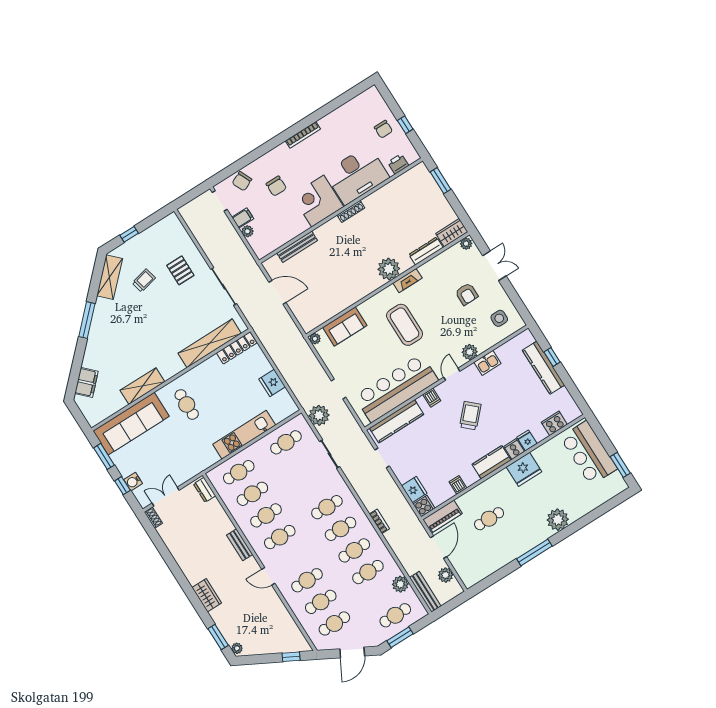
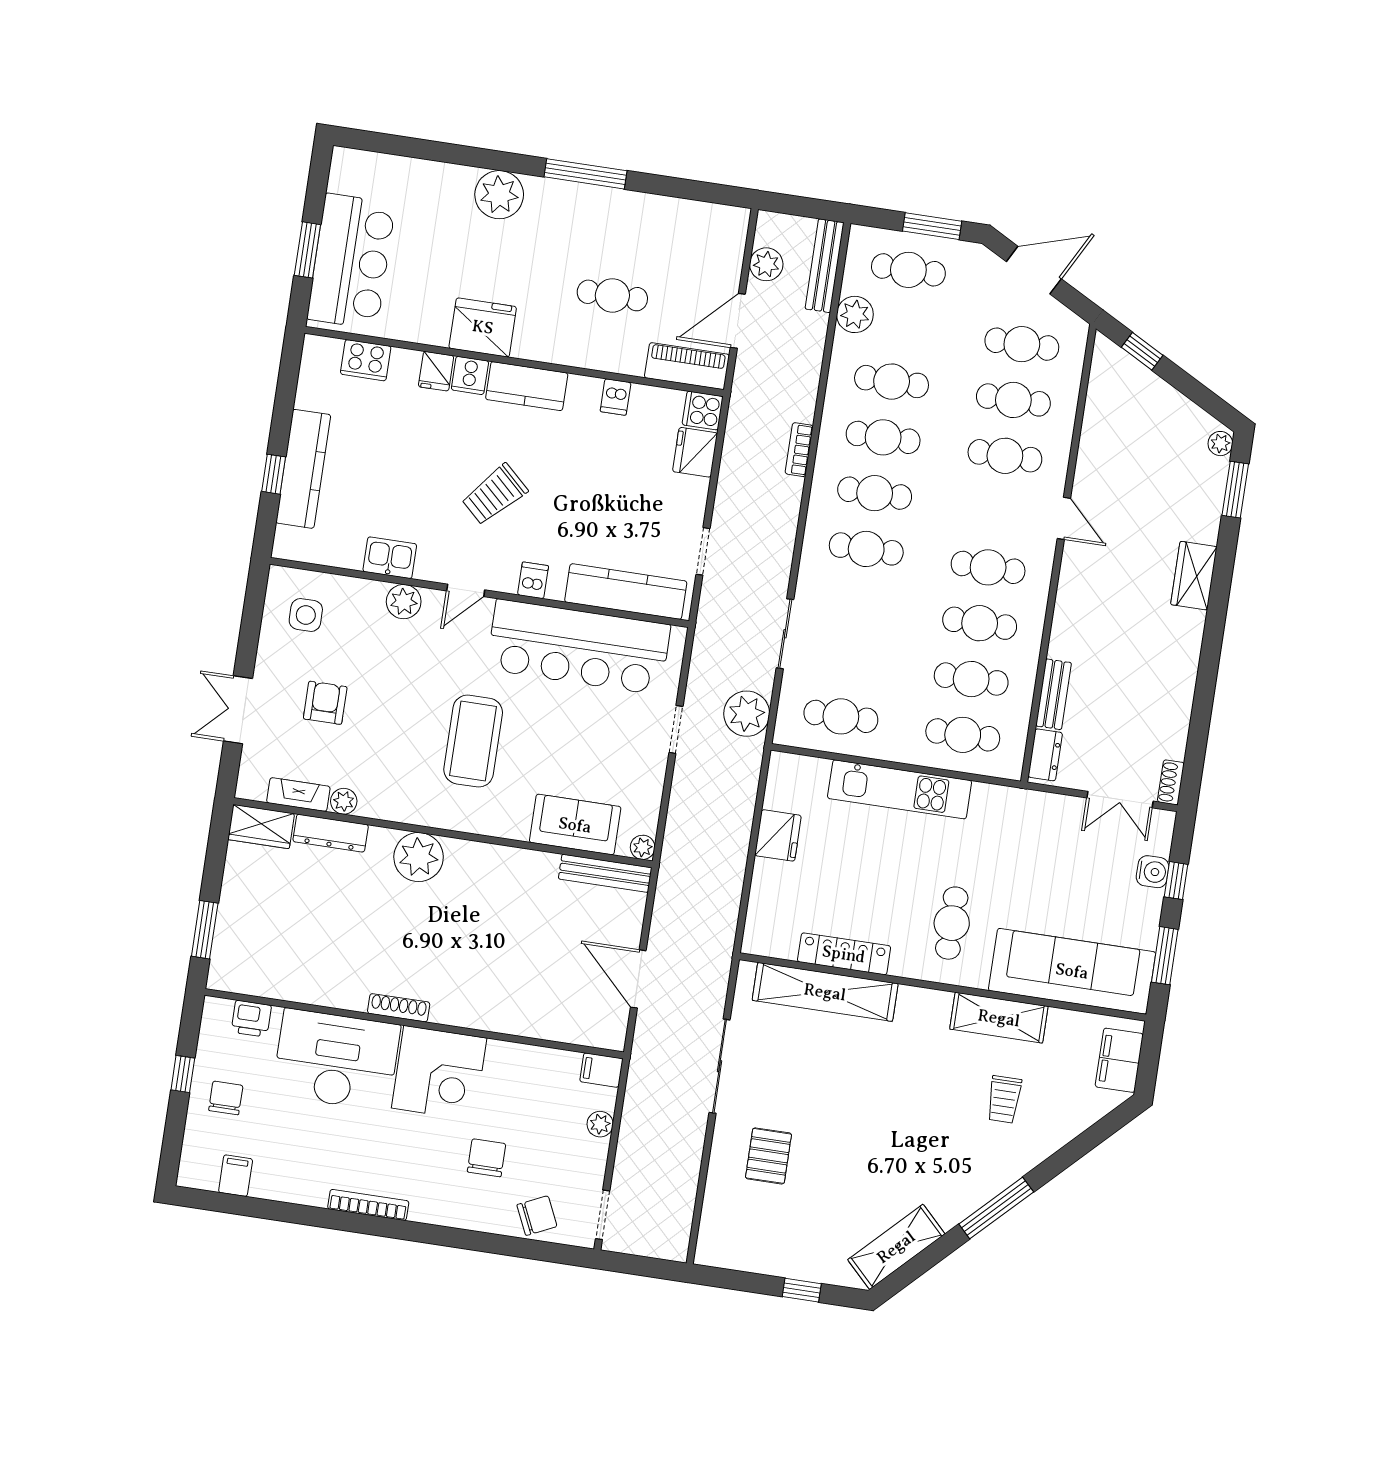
filing cabinet: (357, 106) -> (236, 1176), added
filing cabinet: (243, 218) -> (601, 1070), moved
plant: (466, 244) -> (344, 801), moved
bench: (297, 247) -> (605, 873), moved
trolley: (144, 280) -> (1004, 1099), moved, turned -77
fireplace: (408, 281) -> (298, 795), moved
locker: (237, 348) -> (844, 954), moved
filing cabinet: (86, 382) -> (1119, 1060), moved, turned -45
window: (620, 465) -> (307, 250), moved
bench: (240, 545) -> (1054, 694), moved

